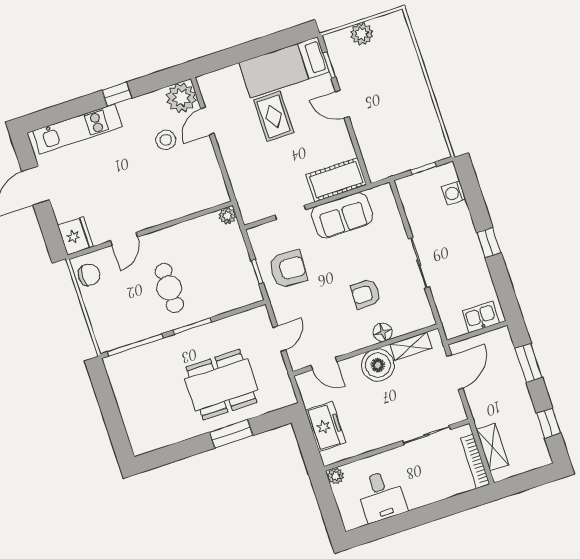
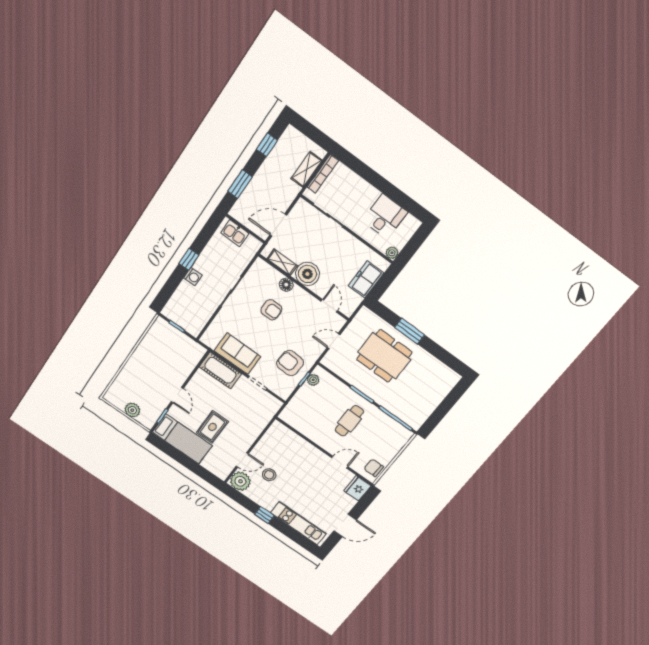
washing machine: (454, 193) -> (193, 277), moved
plant: (227, 216) -> (313, 380), moved

